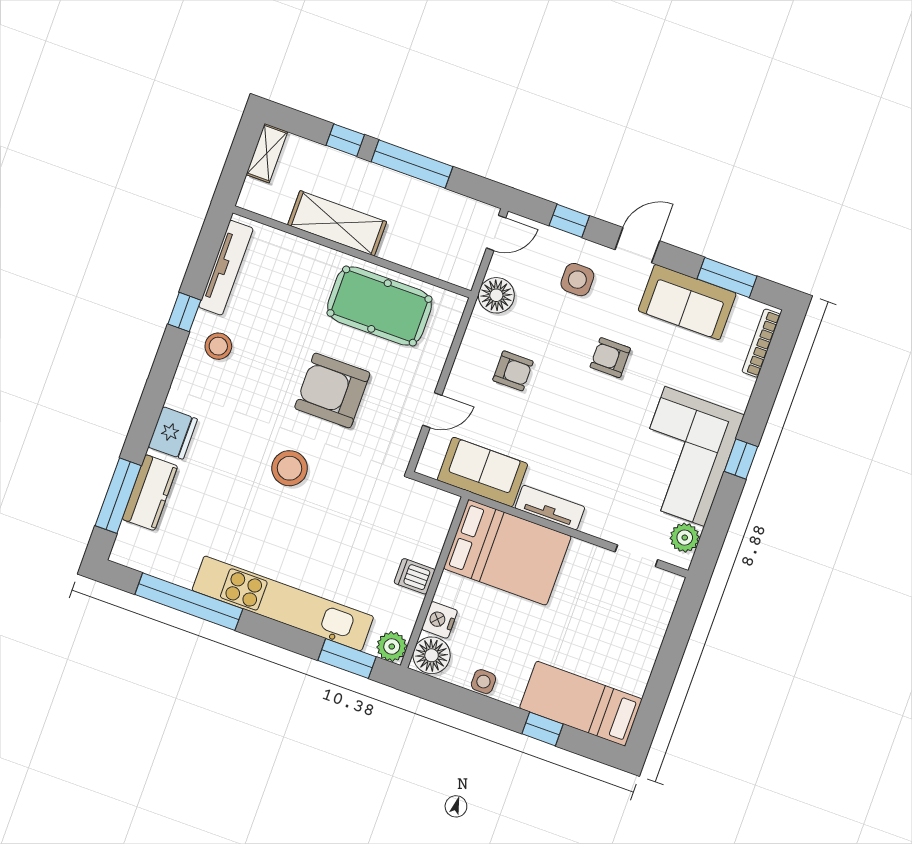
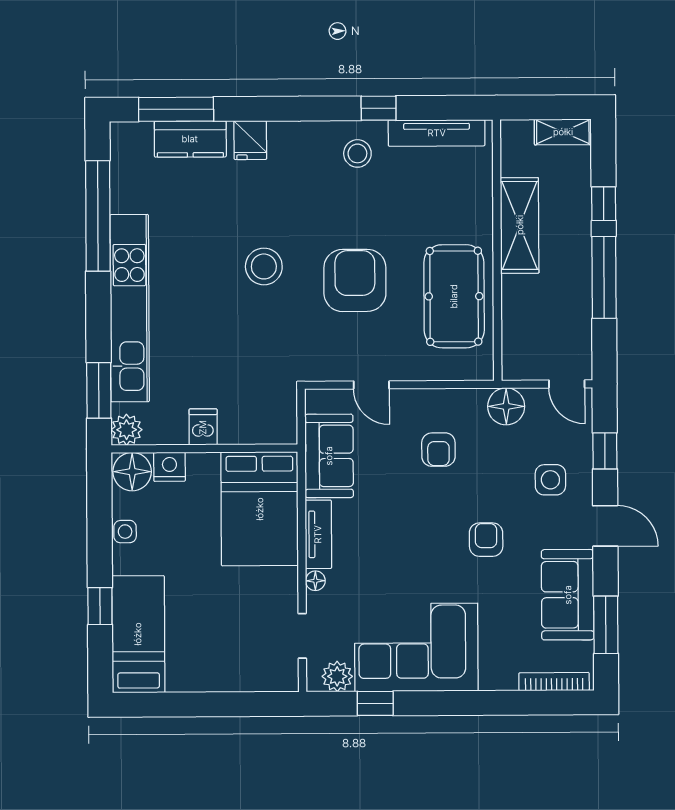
fridge: (173, 433) -> (250, 140), width x0.72
window: (741, 459) -> (375, 703), moved
floor lamp: (591, 526) -> (315, 581), added

